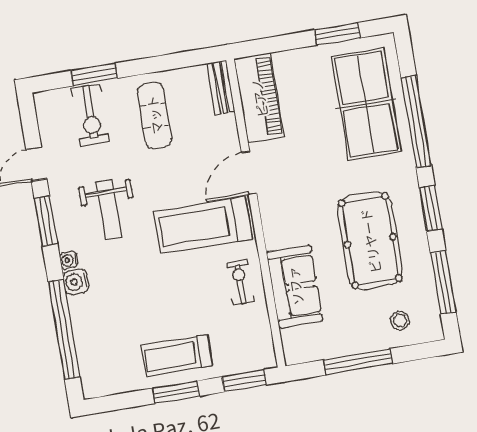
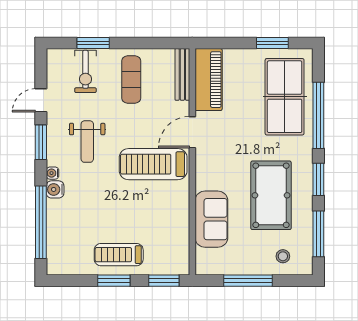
bench: (221, 87) -> (182, 74), width x1.36
exercise bike: (240, 282) -> (173, 209), removed

